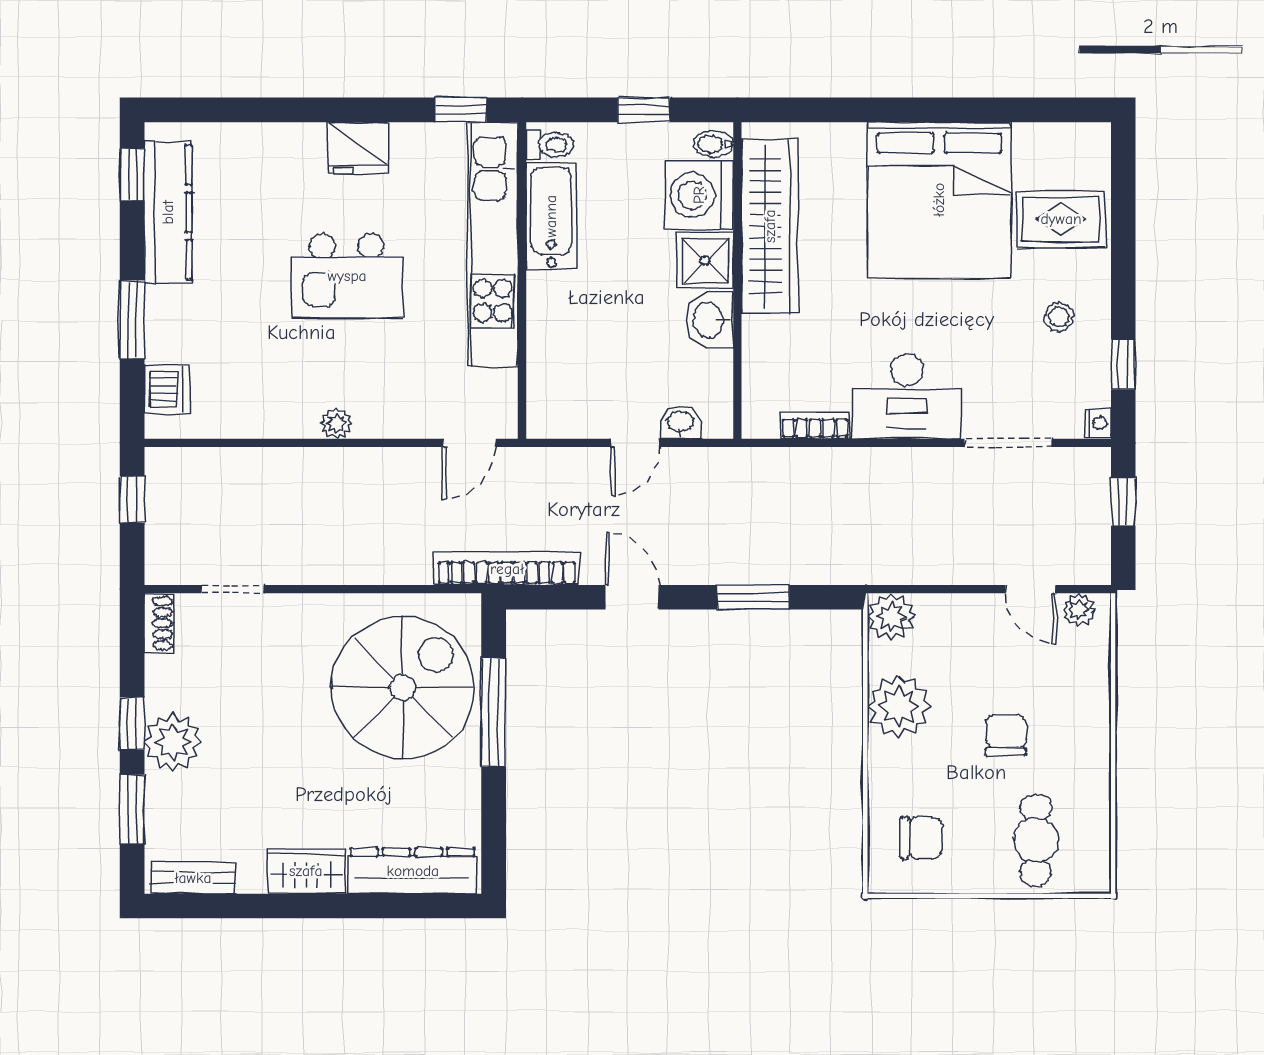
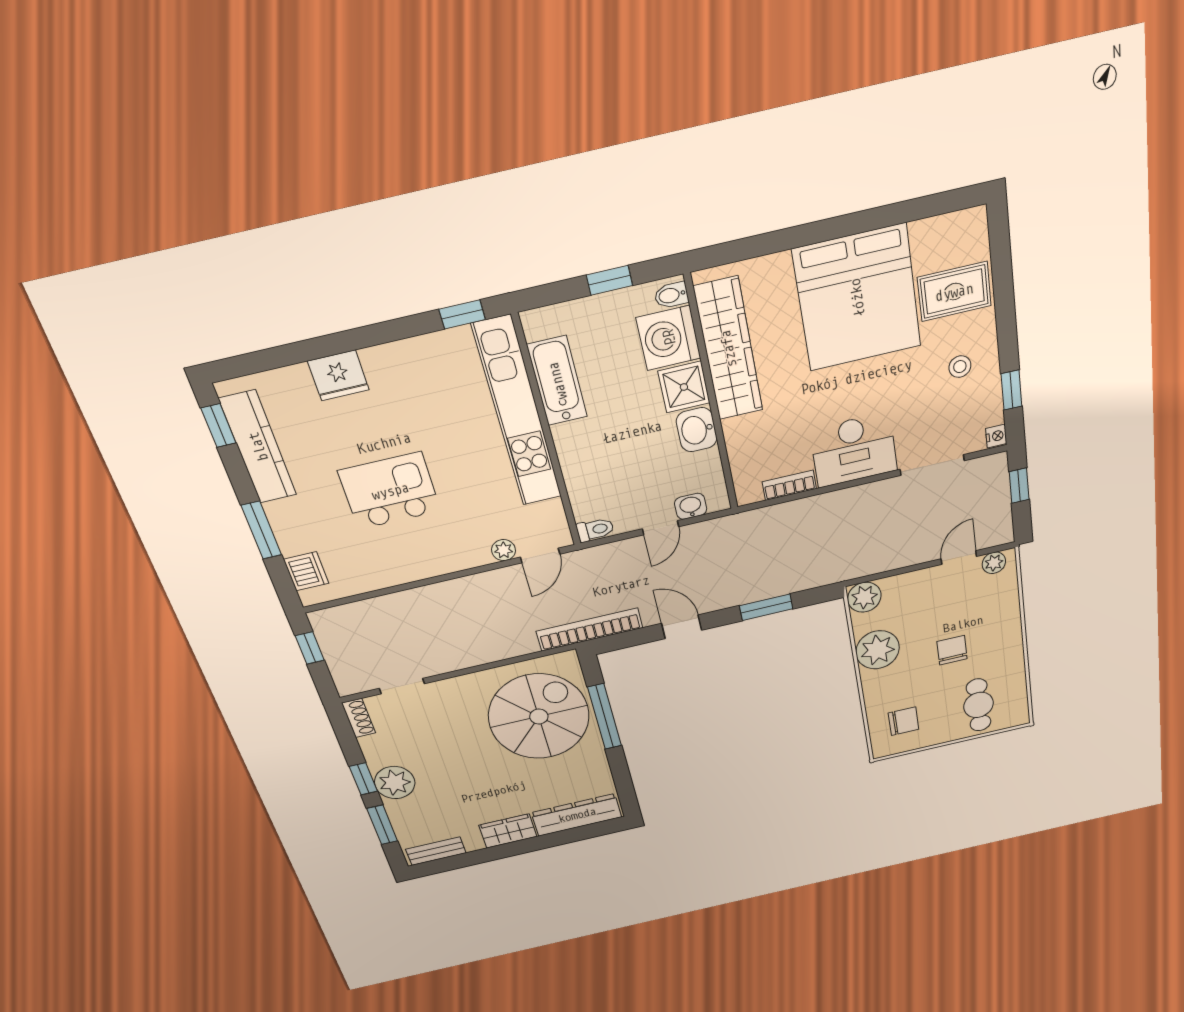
toilet: (550, 145) -> (595, 530), moved
fridge: (358, 148) -> (338, 376), moved
kitchen island: (347, 276) -> (390, 491), moved, turned 180
plant: (336, 423) -> (504, 550), moved
door: (1030, 589) -> (959, 558), swing flipped

